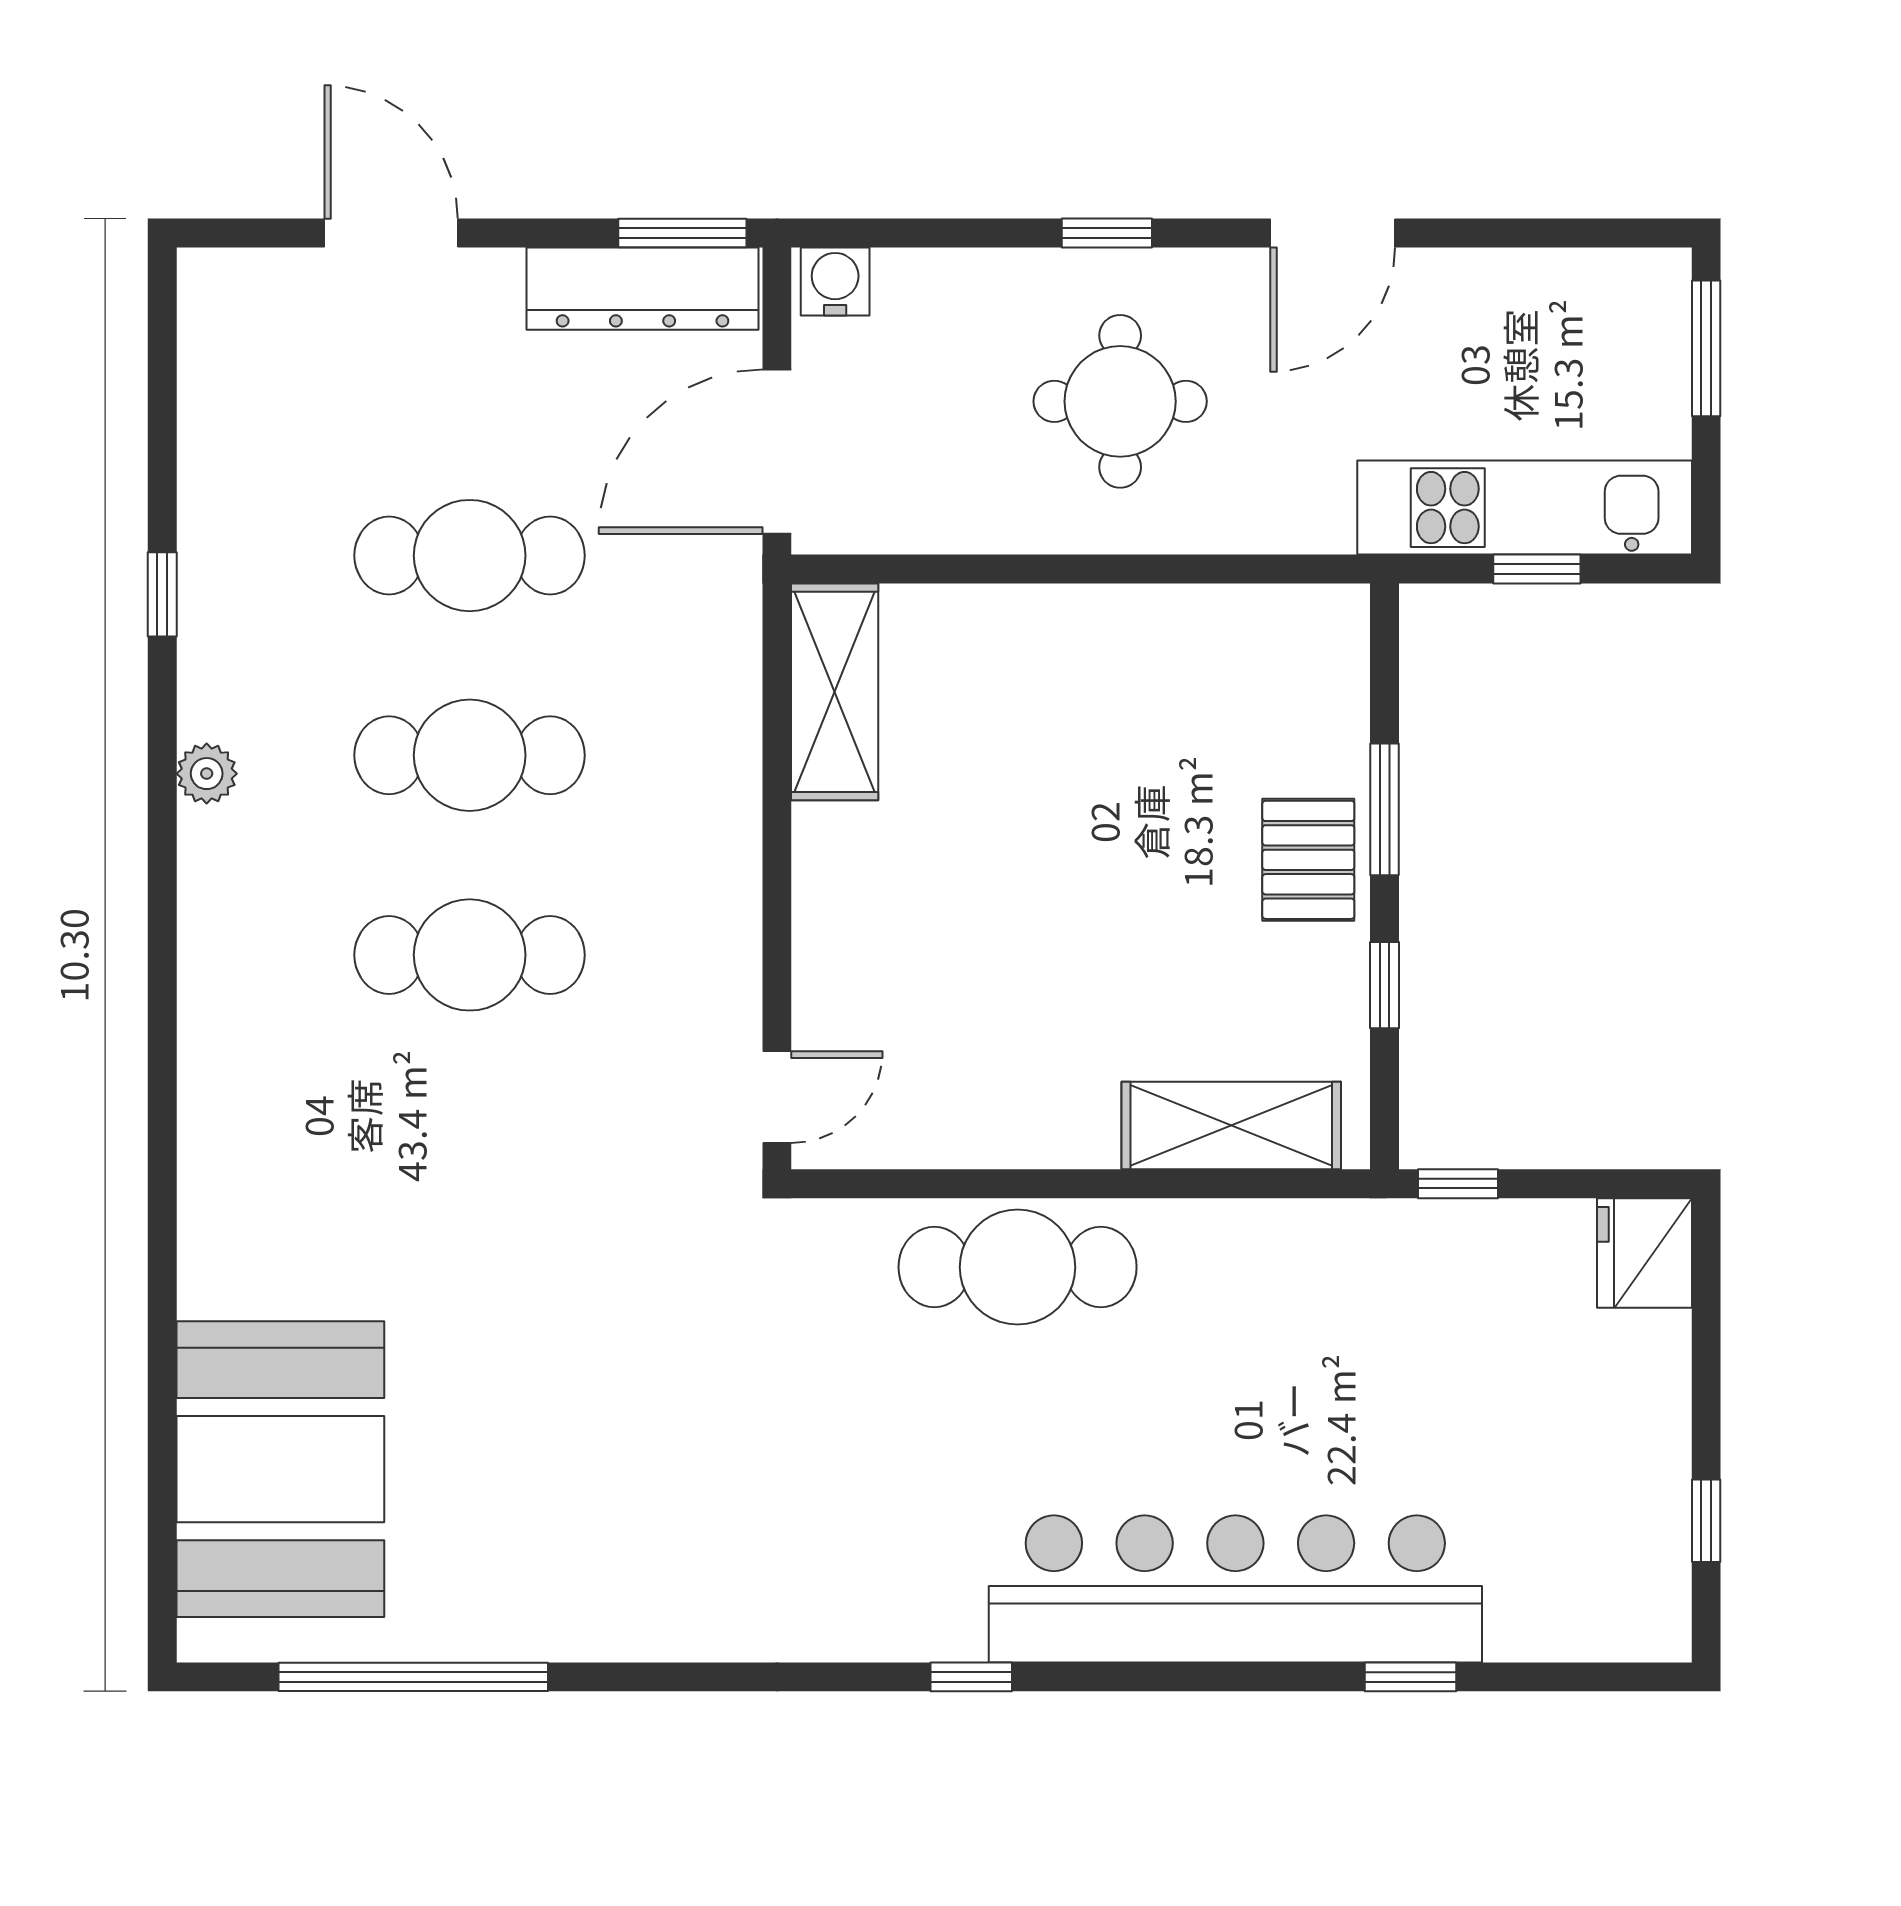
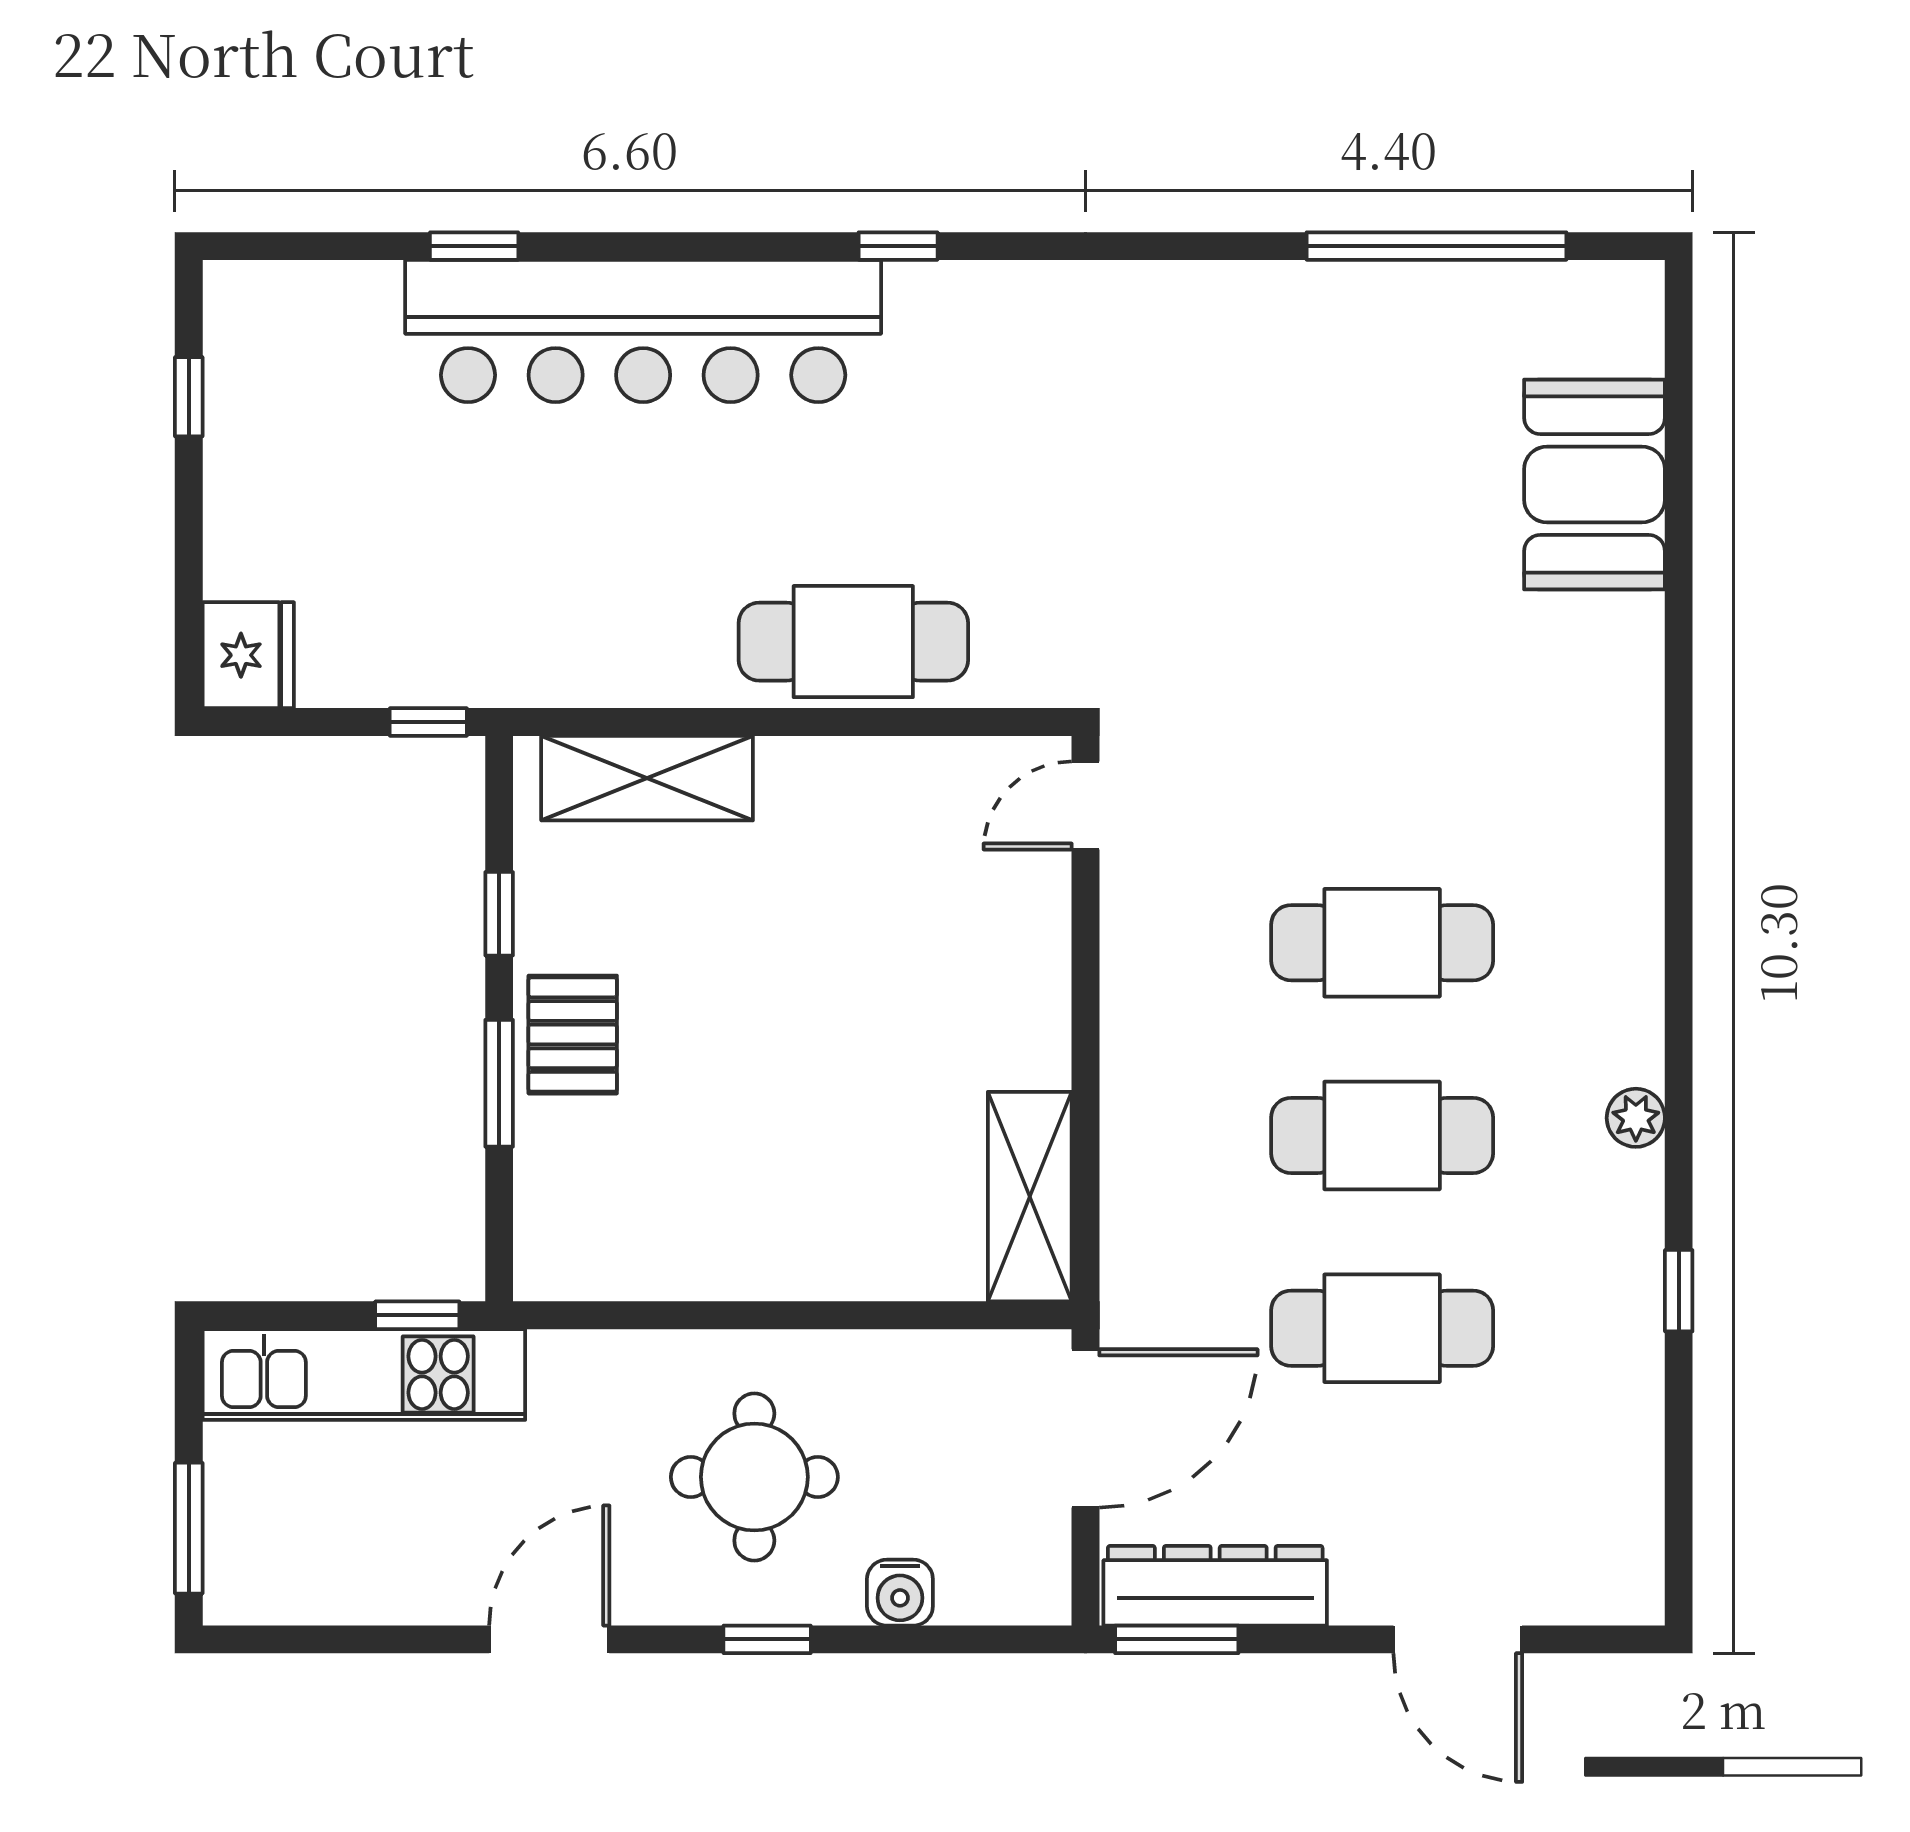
water cooler: (835, 282) -> (900, 1593), moved
window: (1537, 569) -> (417, 1315), moved
booth: (280, 1469) -> (1594, 485), width x0.73, depth x0.70

